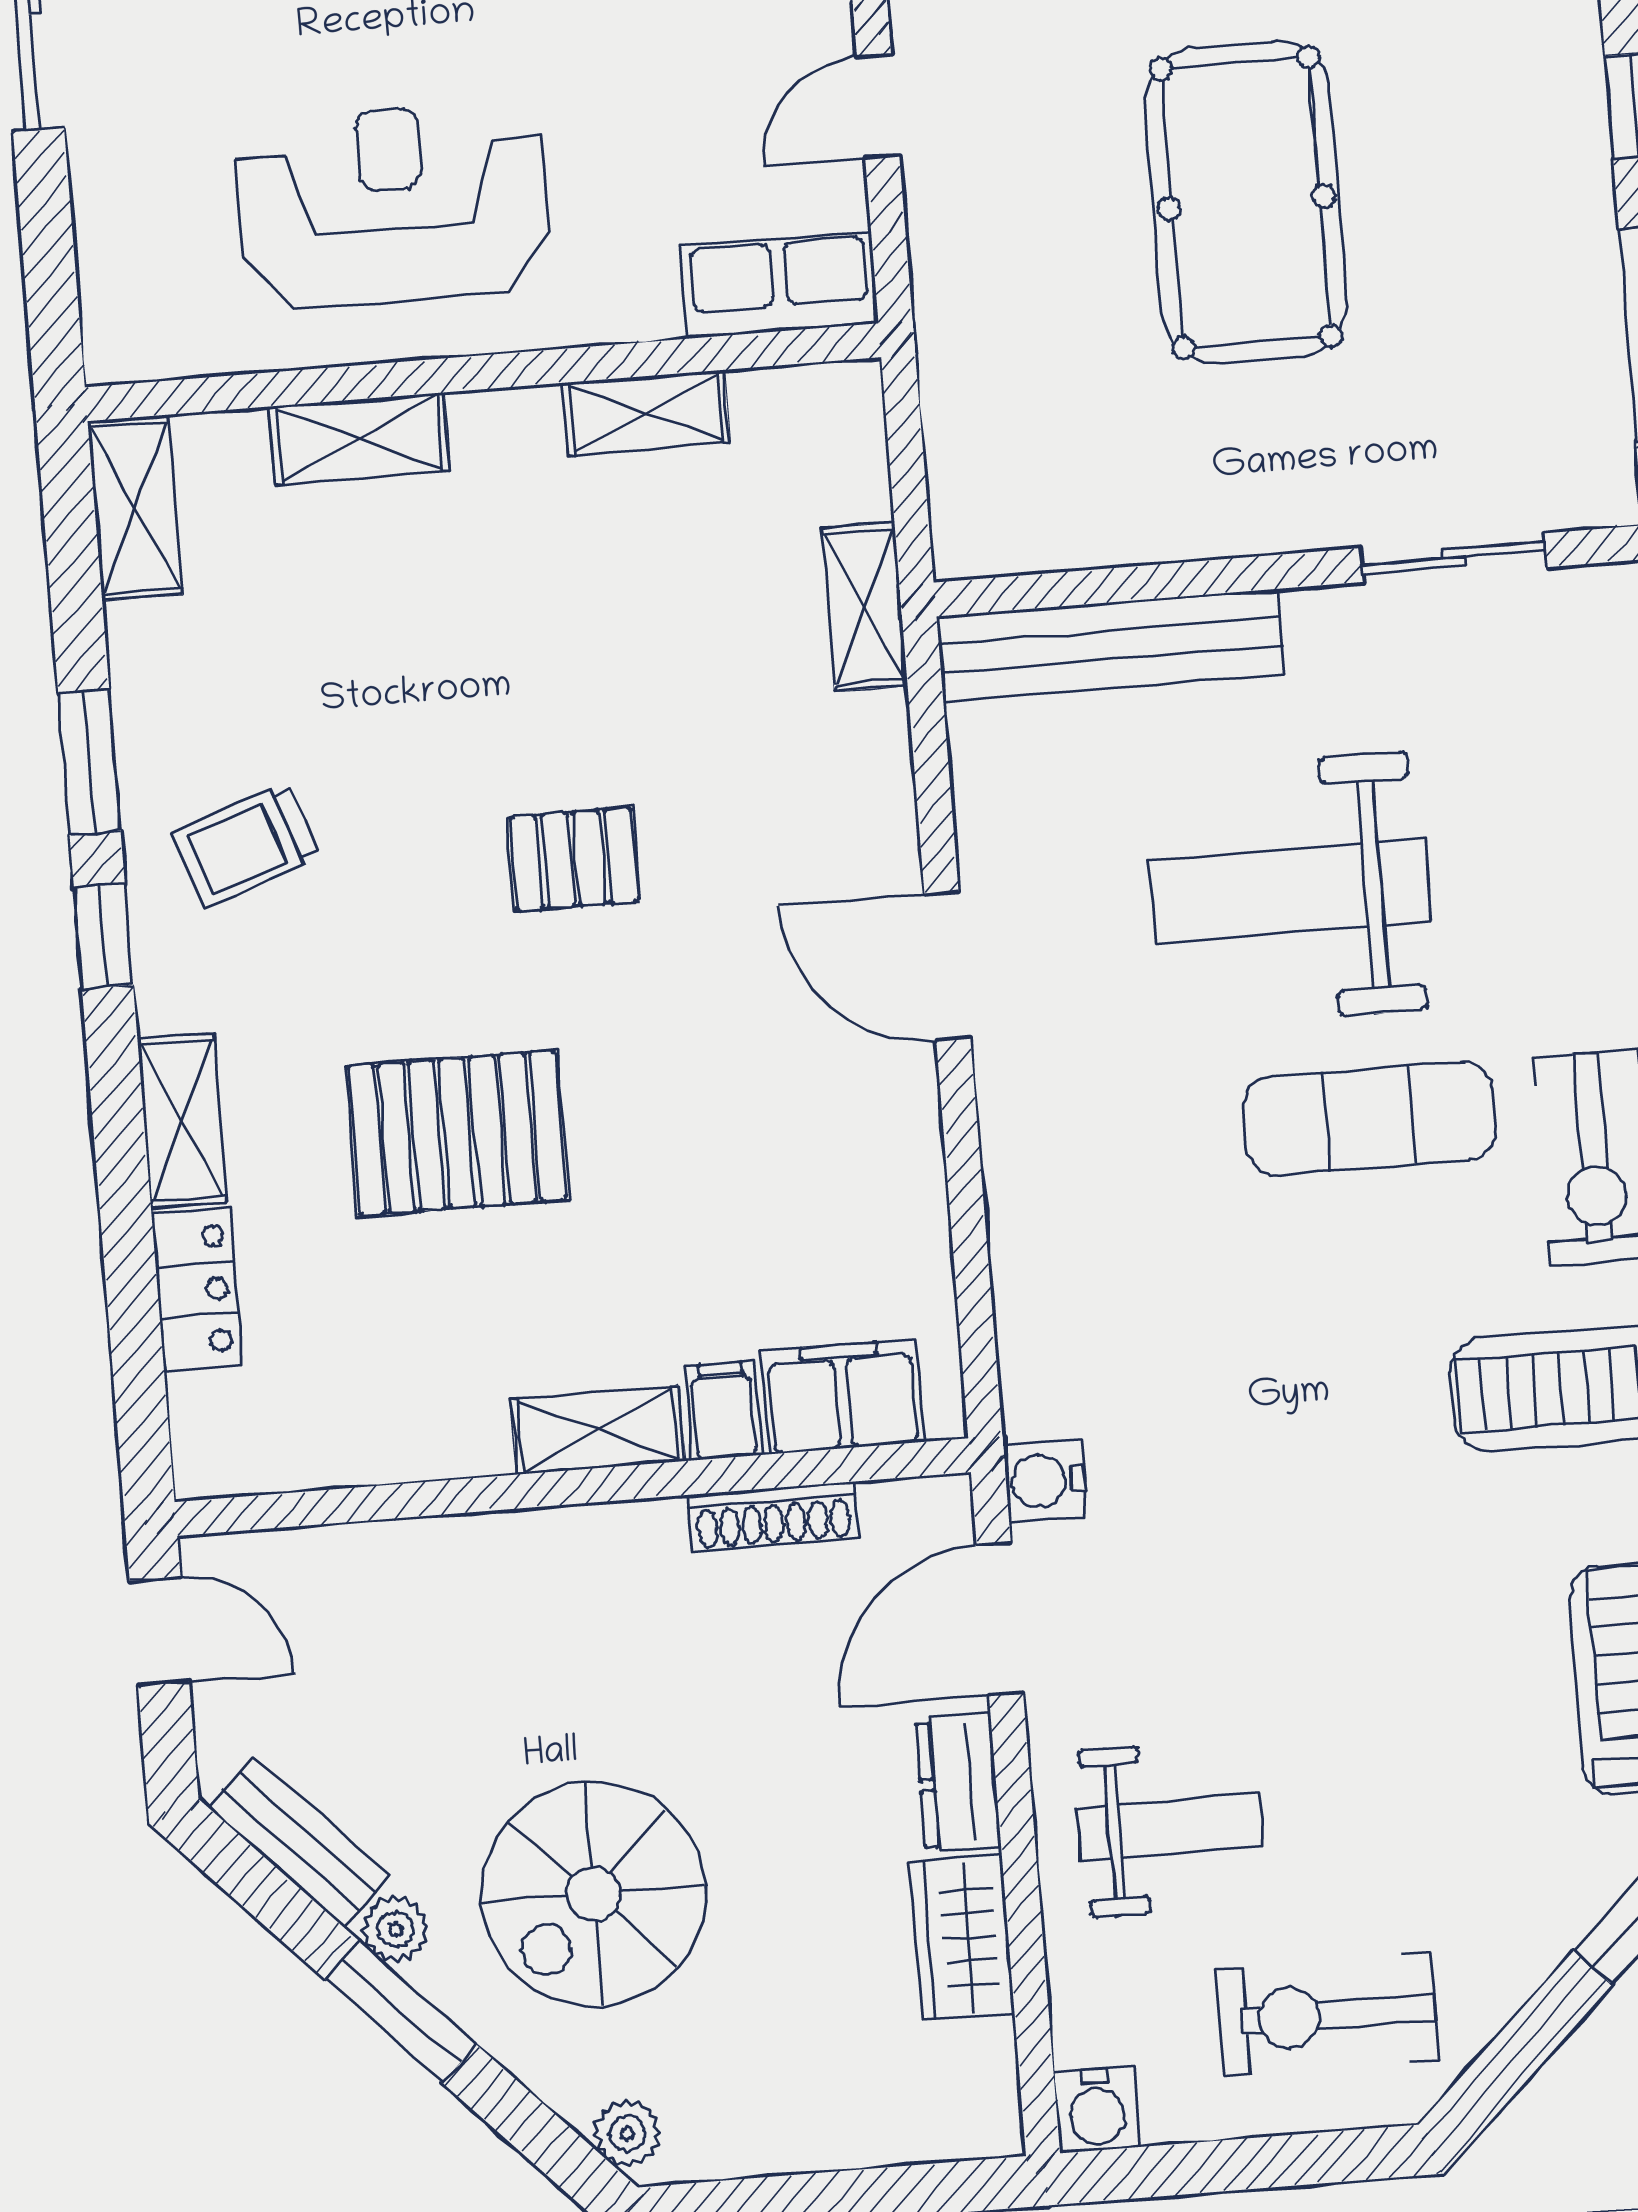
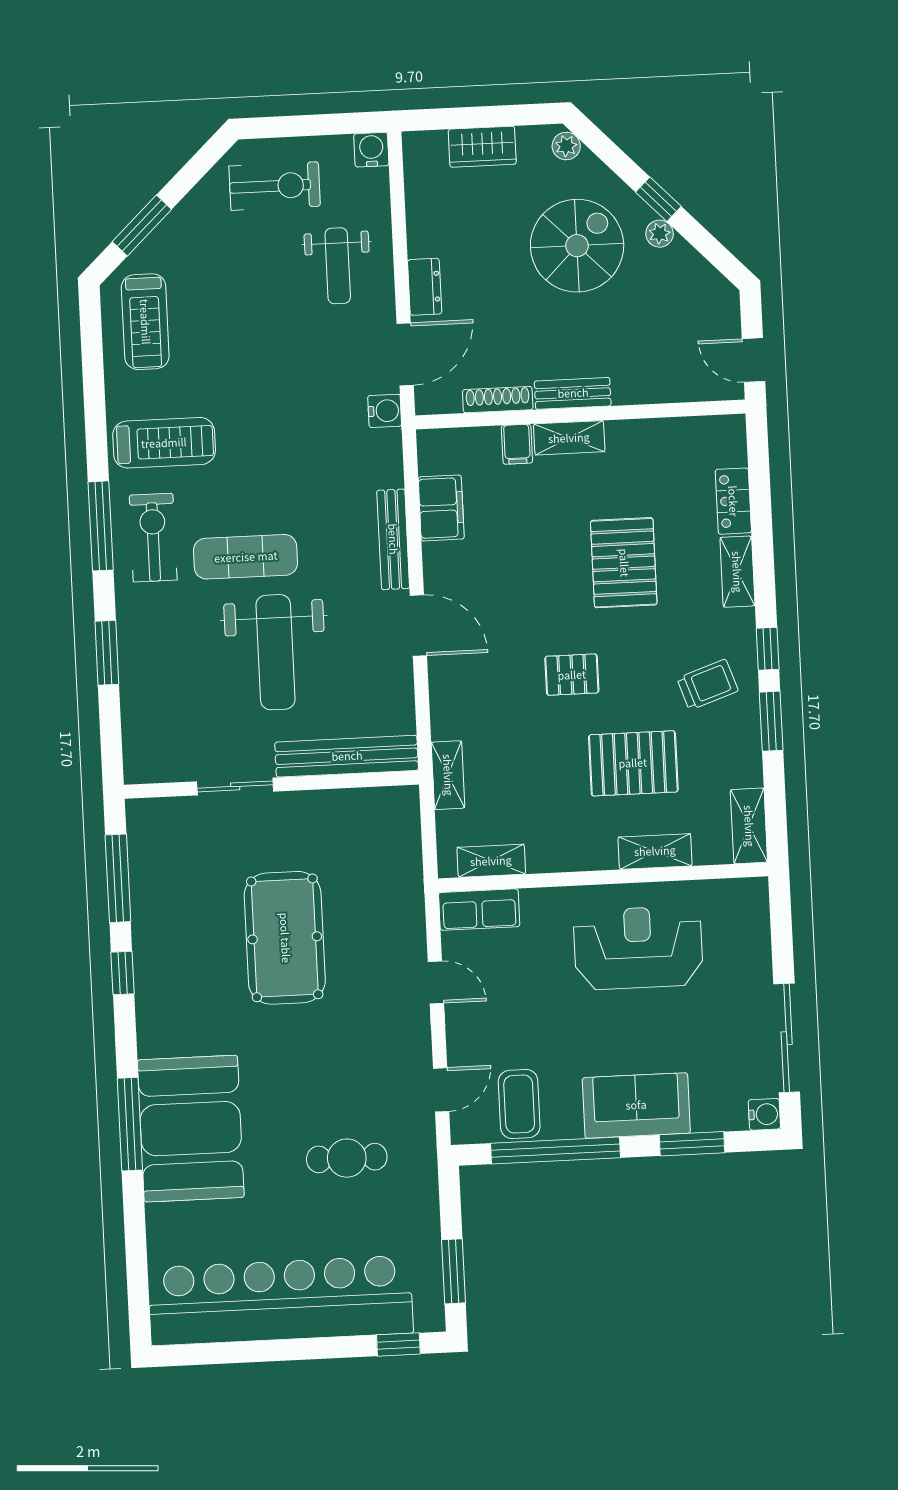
door: (878, 106) -> (436, 982), hinge flipped
reception desk: (393, 205) -> (638, 948), turned 180
shelving: (646, 413) -> (491, 861), moved
sliding door: (1454, 558) -> (235, 786), moved
pallet: (419, 650) -> (633, 763), added
weight bench: (1290, 891) -> (276, 652), turned 90
pallet: (457, 1133) -> (624, 563), turned 90
bench: (1015, 1172) -> (393, 539), added
filing cabinet: (843, 1396) -> (441, 508), moved, turned -90
weight bench: (1169, 1827) -> (338, 266), turned -90
bench: (299, 1841) -> (573, 393), moved, turned -46
wardrobe: (962, 1938) -> (482, 147), moved, turned 90
window: (401, 2012) -> (658, 199), width x0.67

